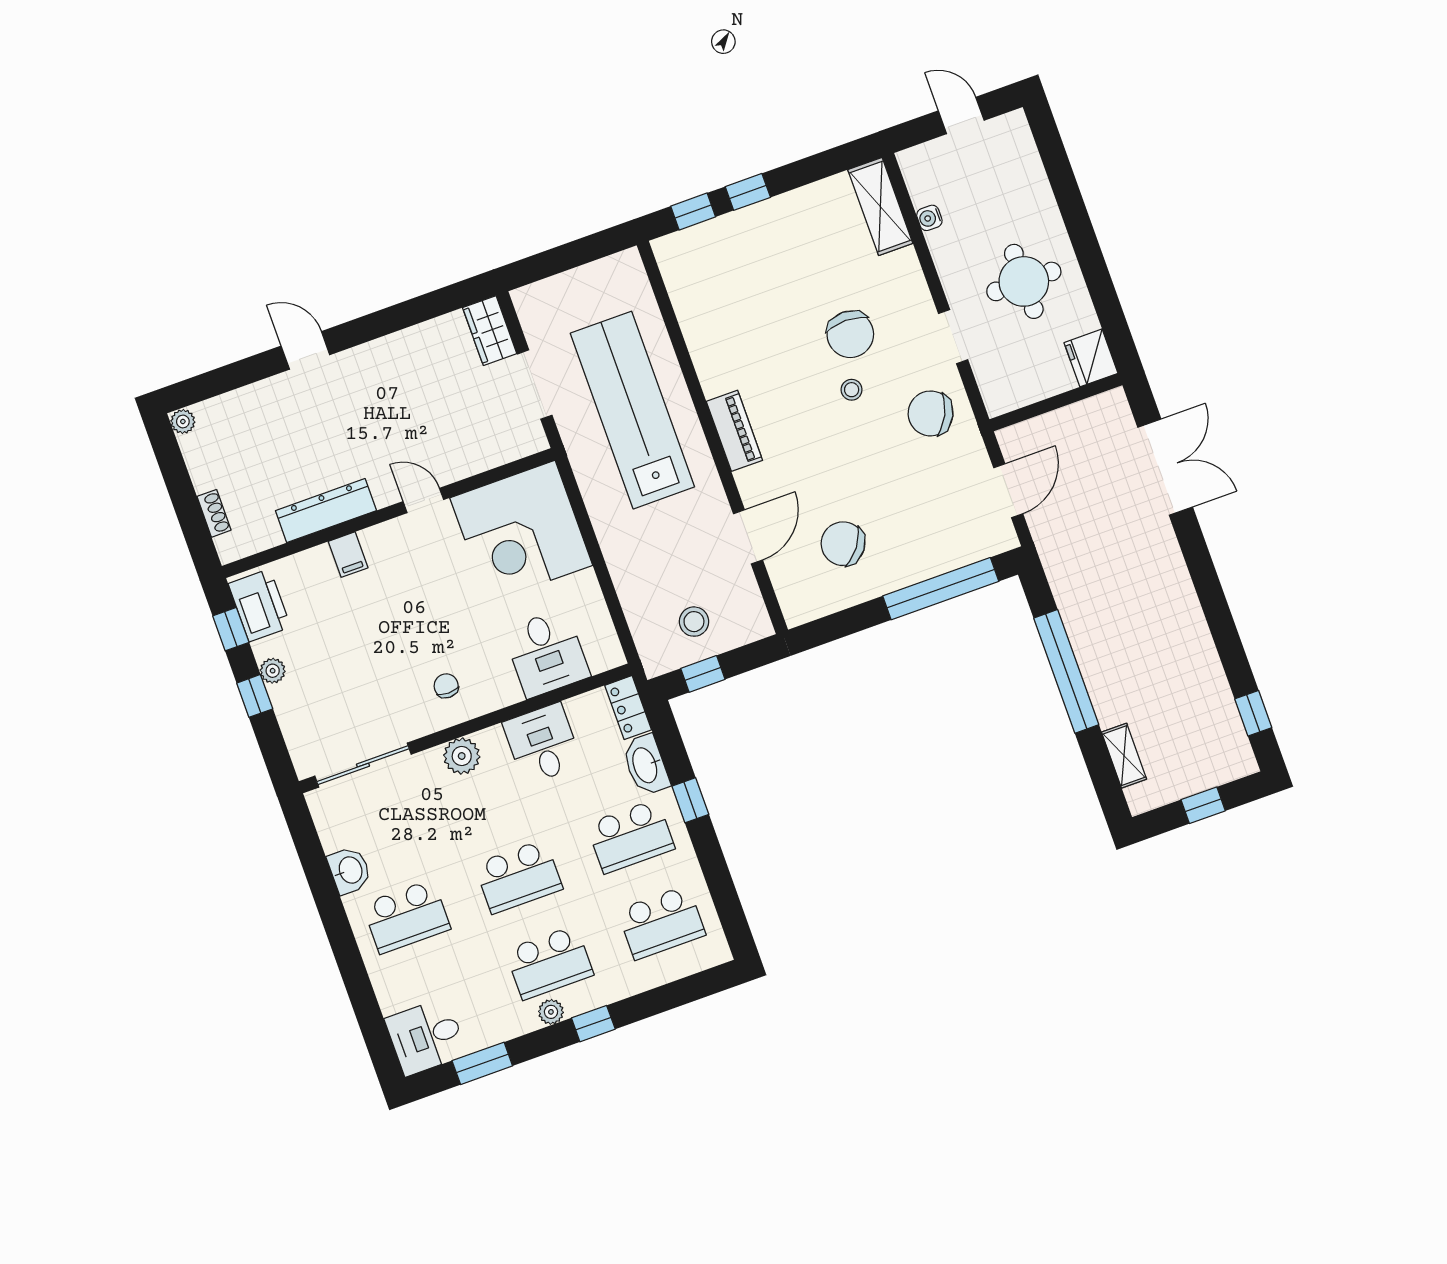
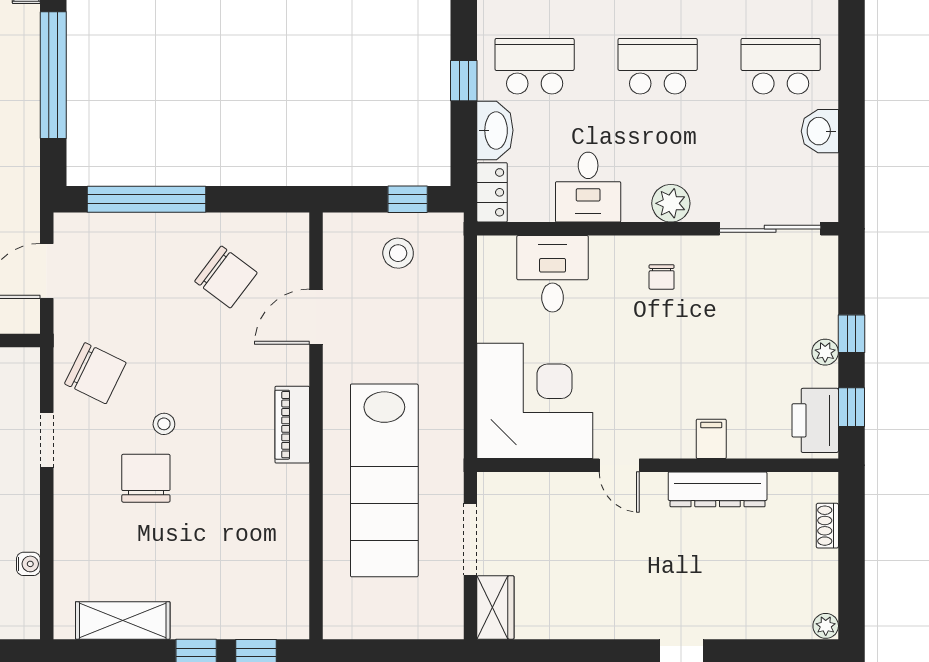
shelving: (880, 206) -> (123, 620), moved, turned 90

